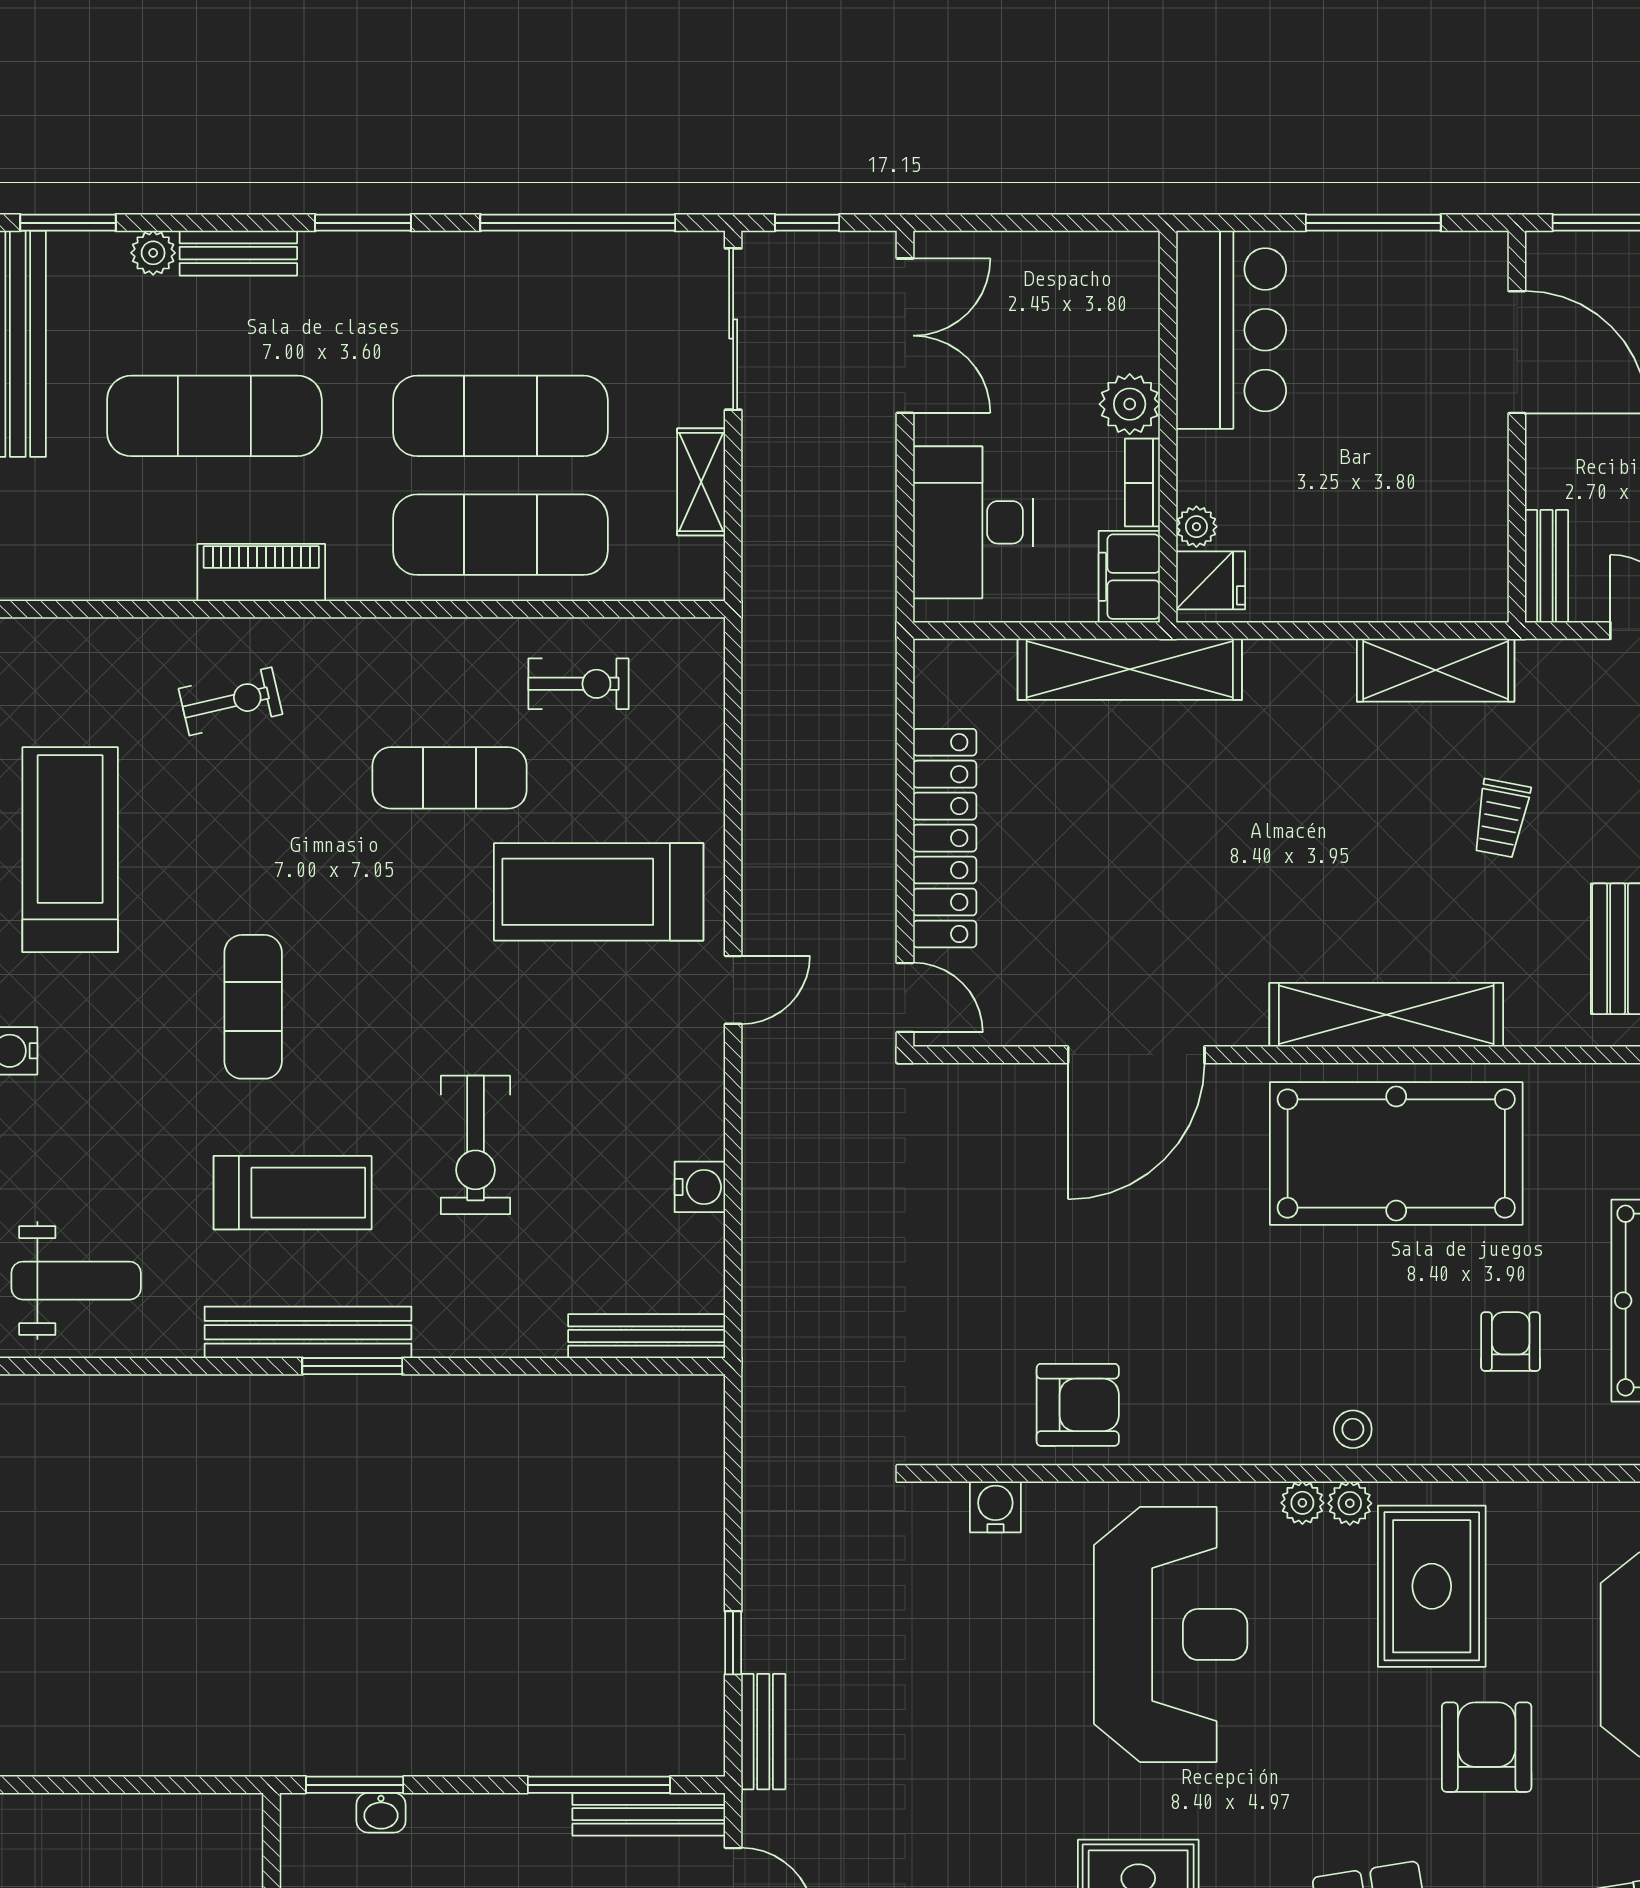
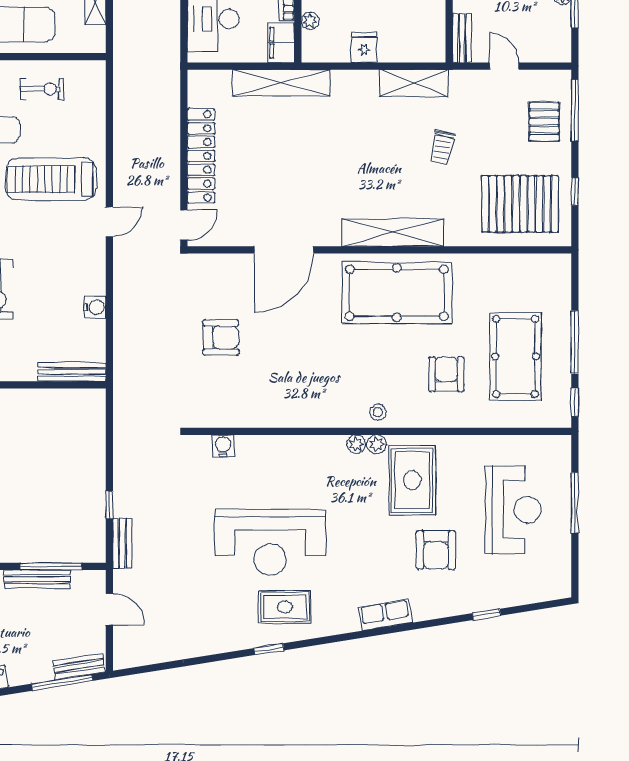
fridge: (1211, 580) -> (364, 48), moved, turned -90
door: (905, 998) -> (184, 225), hinge flipped
armchair: (1511, 1342) -> (446, 374), width x1.38, depth x1.38
armchair: (1078, 1405) -> (221, 338), moved
reception desk: (1171, 1634) -> (270, 542), moved, turned 90
armchair: (1487, 1747) -> (436, 550), turned 180
bench: (649, 1814) -> (37, 579), moved

